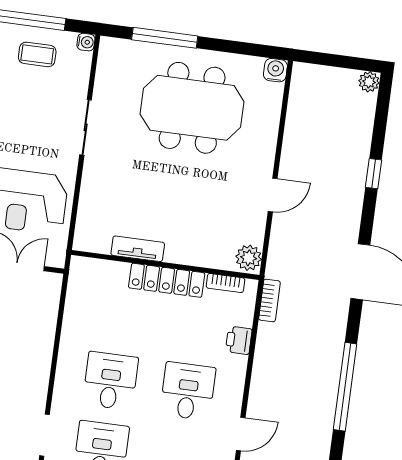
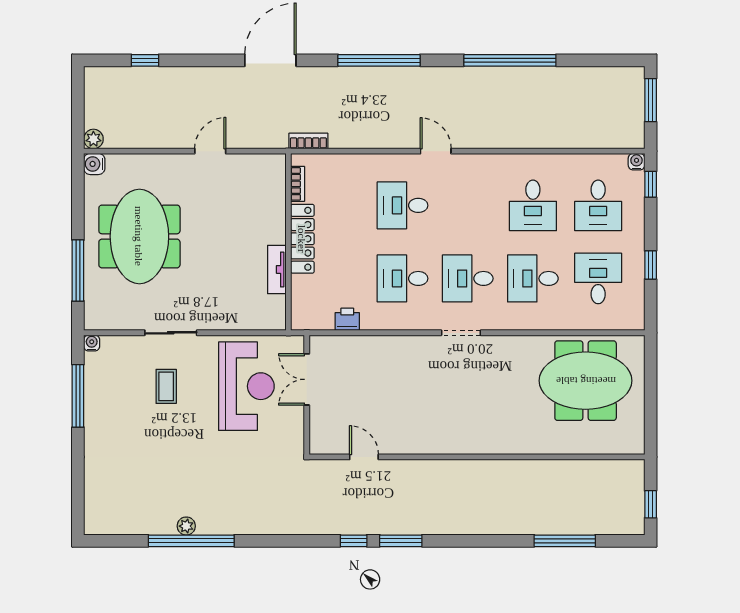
coffee table: (37, 54) -> (166, 386), moved
plant: (369, 82) -> (93, 139), moved
window: (374, 174) -> (145, 60), moved
door: (273, 195) -> (210, 151), hinge flipped
plant: (249, 258) -> (271, 166), removed
printer: (239, 340) -> (347, 319), moved, turned 180

